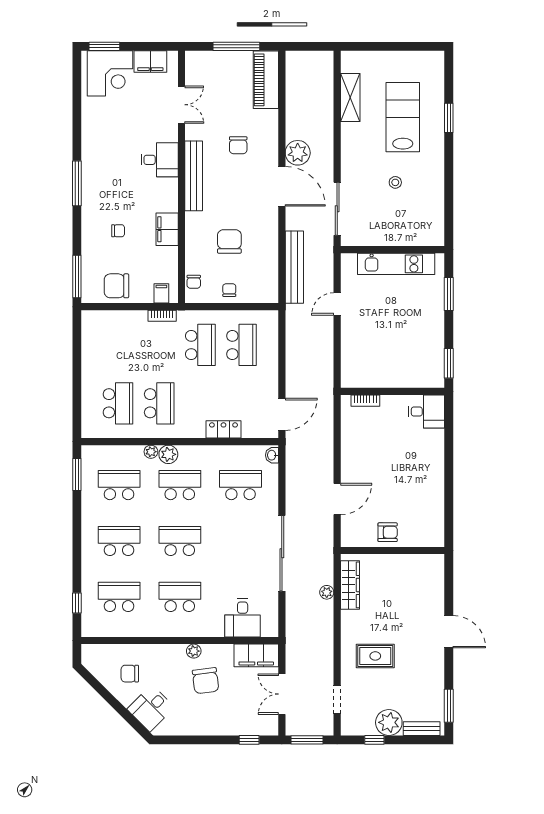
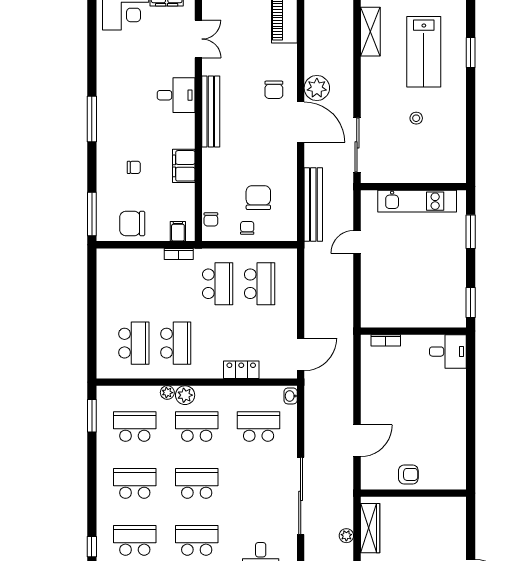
lab bench: (403, 117) -> (424, 52), turned 180
chair: (238, 145) -> (274, 90), moved
chair: (229, 242) -> (258, 198), moved

